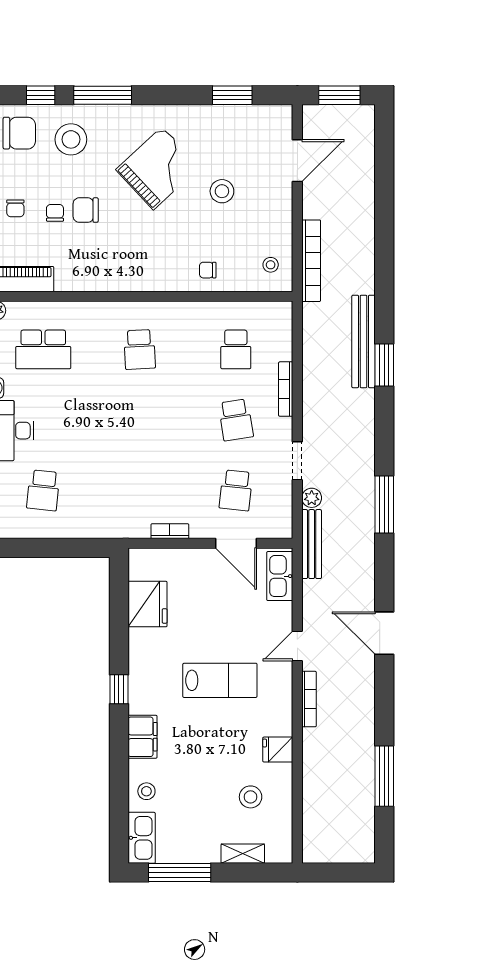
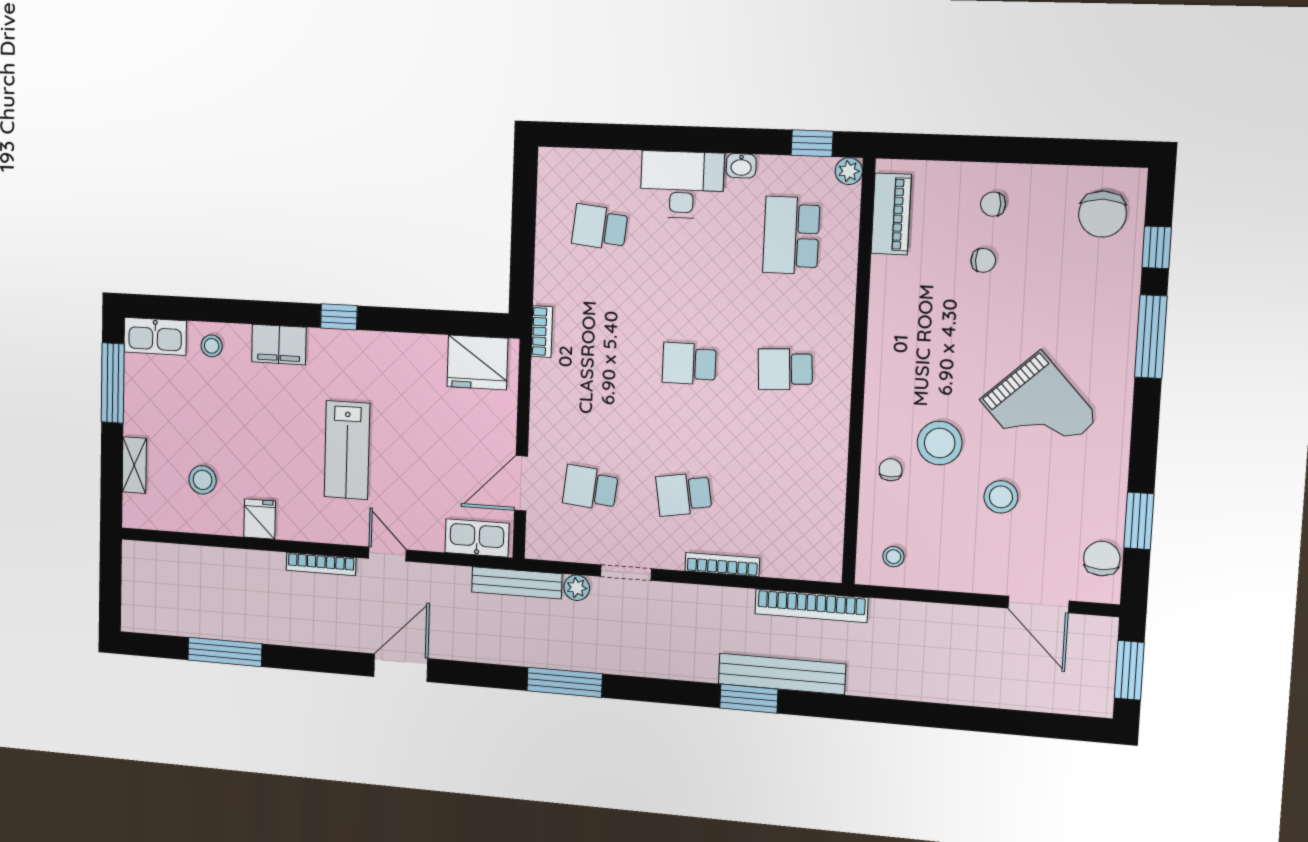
stool: (71, 139) -> (940, 443), moved
chair: (86, 210) -> (1102, 559), moved
bookcase: (311, 261) -> (811, 606), moved
school desk: (236, 349) -> (689, 364), moved
bookcase: (170, 531) -> (542, 332), moved
fridge: (148, 604) -> (477, 362), moved

